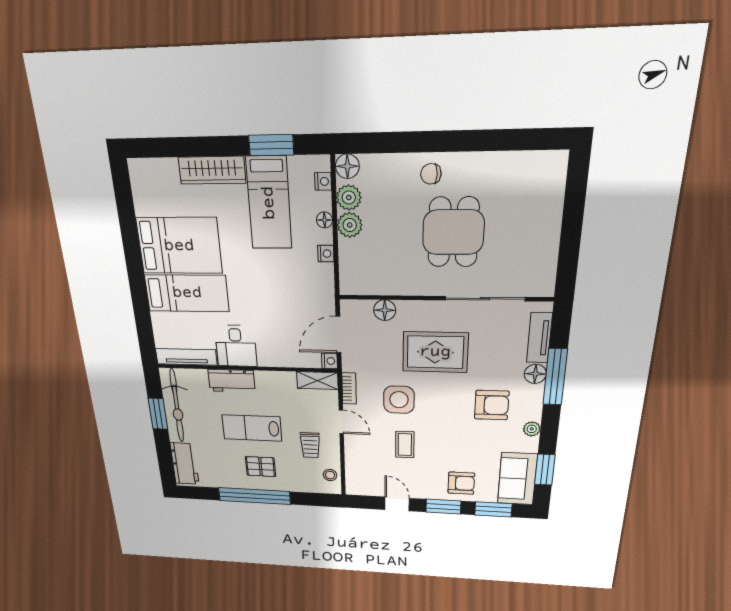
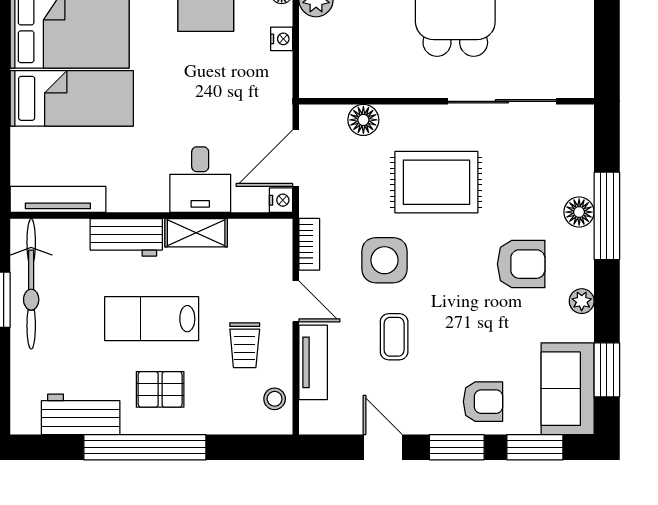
tv unit: (539, 338) -> (313, 362), moved, turned 180
desk: (236, 346) -> (200, 180), moved
shelving: (317, 381) -> (196, 233), moved
workbench: (185, 464) -> (81, 414), moved, turned -90

